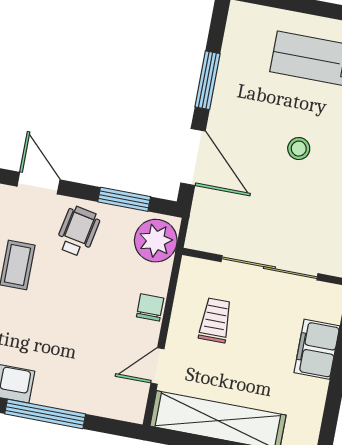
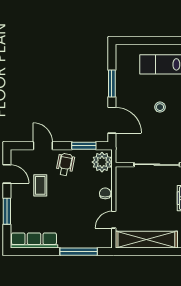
trolley: (215, 320) -> (136, 194), removed
window: (45, 414) -> (79, 252), moved

